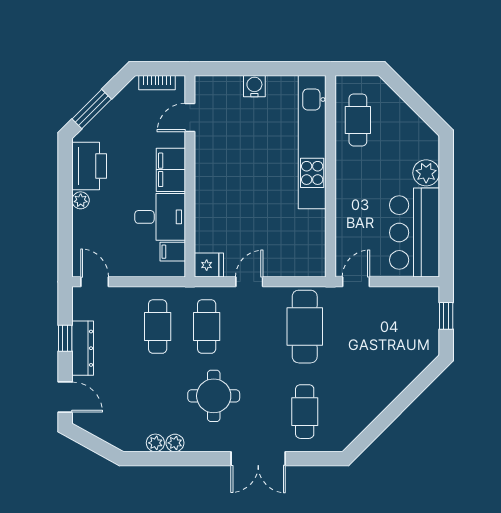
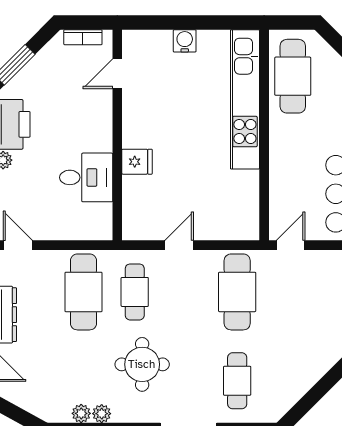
cafe table: (358, 120) -> (293, 76), width x1.37, depth x1.35
filing cabinet: (171, 170) -> (97, 128), removed
filing cabinet: (173, 252) -> (99, 214), removed
fridge: (209, 265) -> (137, 162), moved
cafe table: (158, 327) -> (83, 292), width x1.37, depth x1.35

